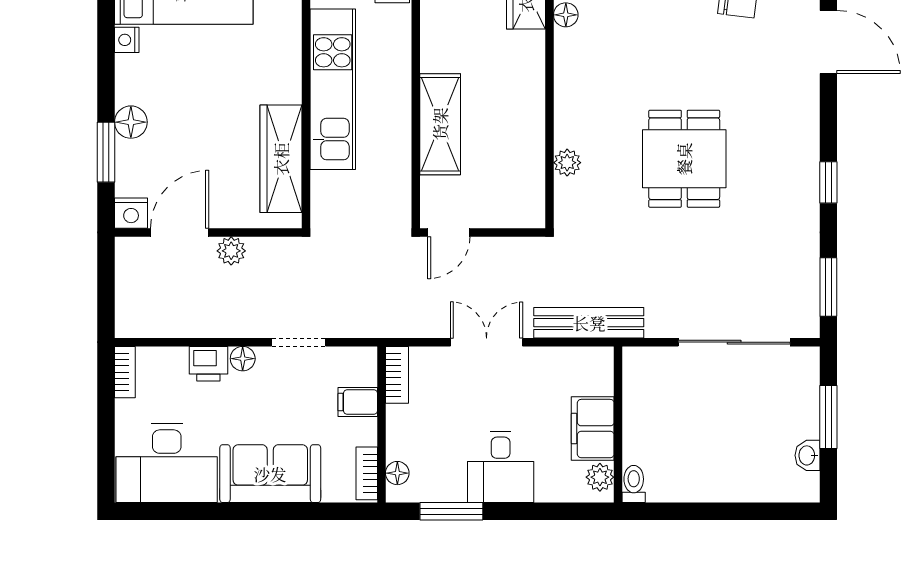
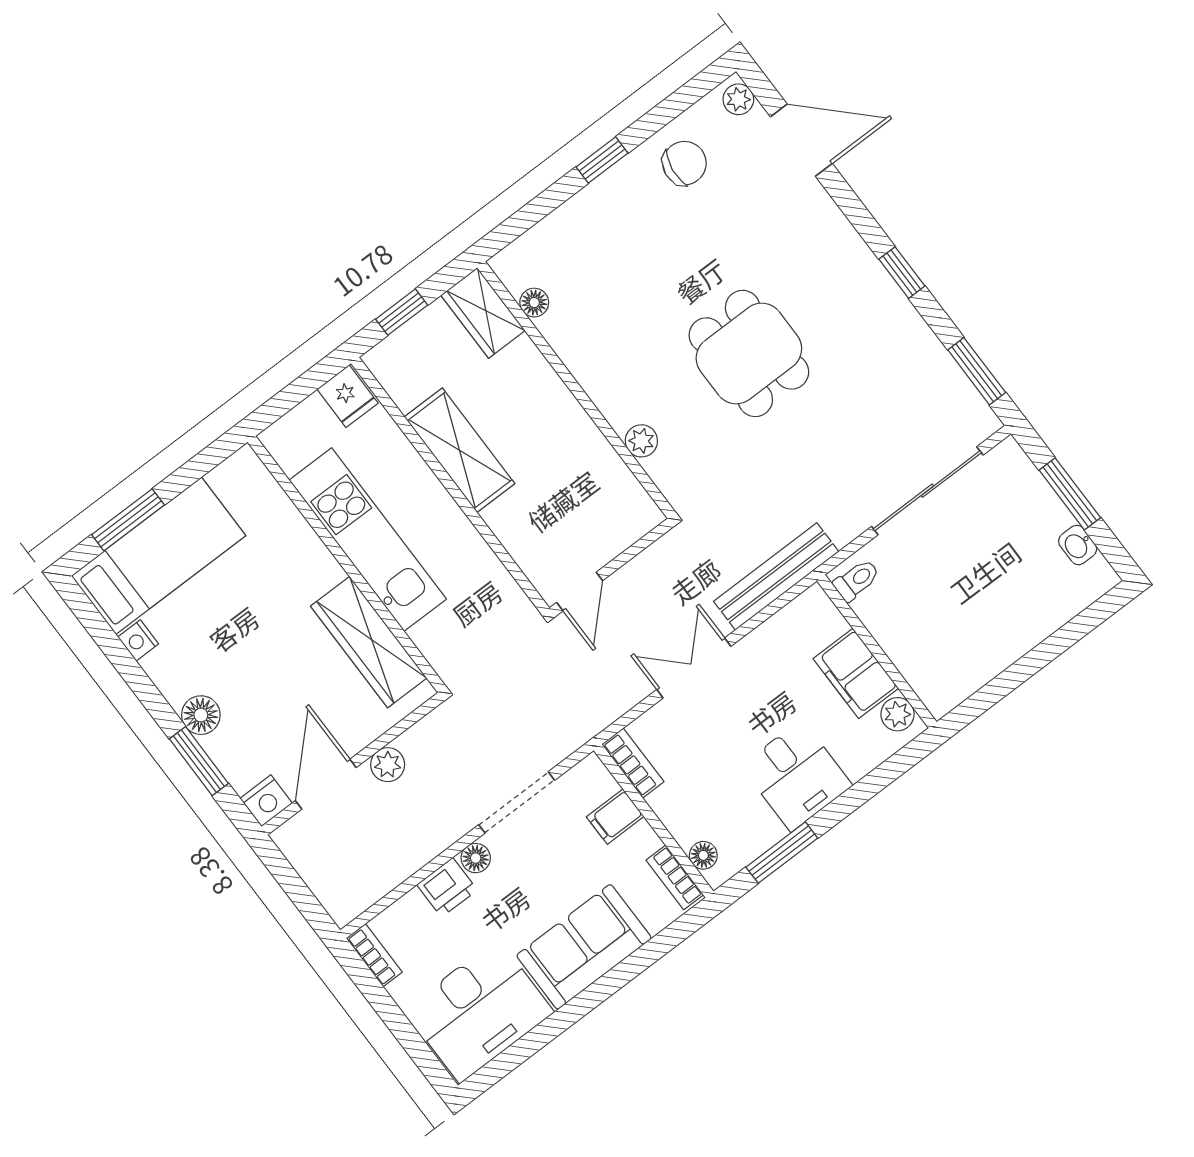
shelving: (440, 124) -> (460, 450), moved
doorway: (299, 342) -> (517, 802), width x1.38
toilet: (634, 484) -> (857, 580), moved, turned 90

